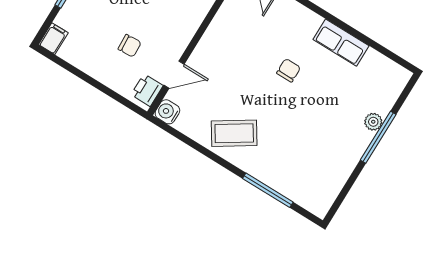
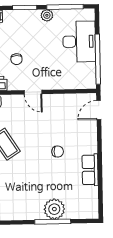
door: (174, 75) -> (33, 92), moved
plant: (373, 122) -> (54, 209), width x1.87, depth x1.87

